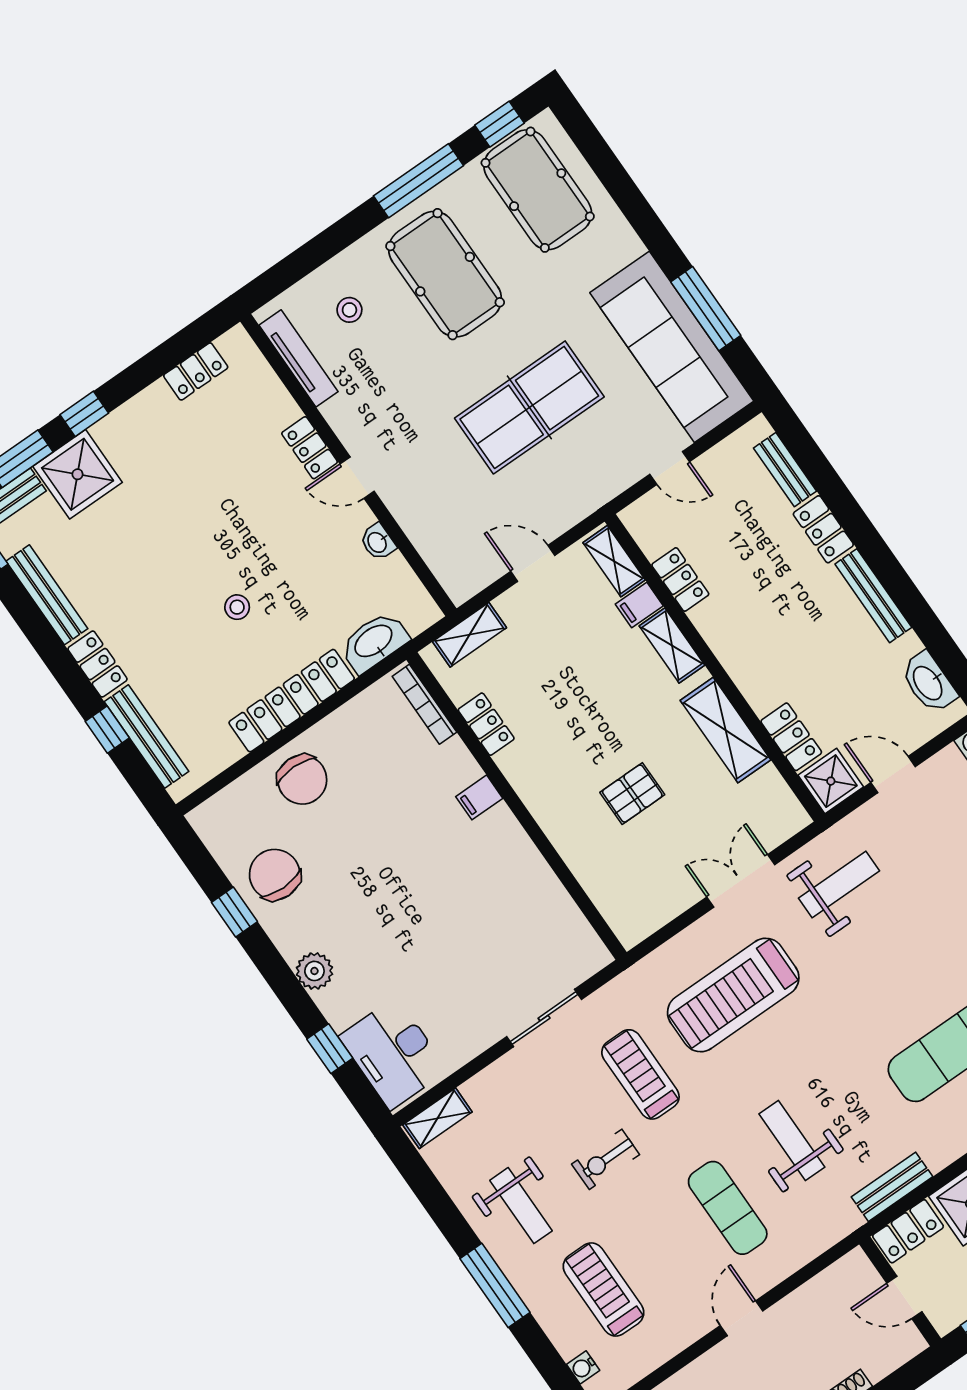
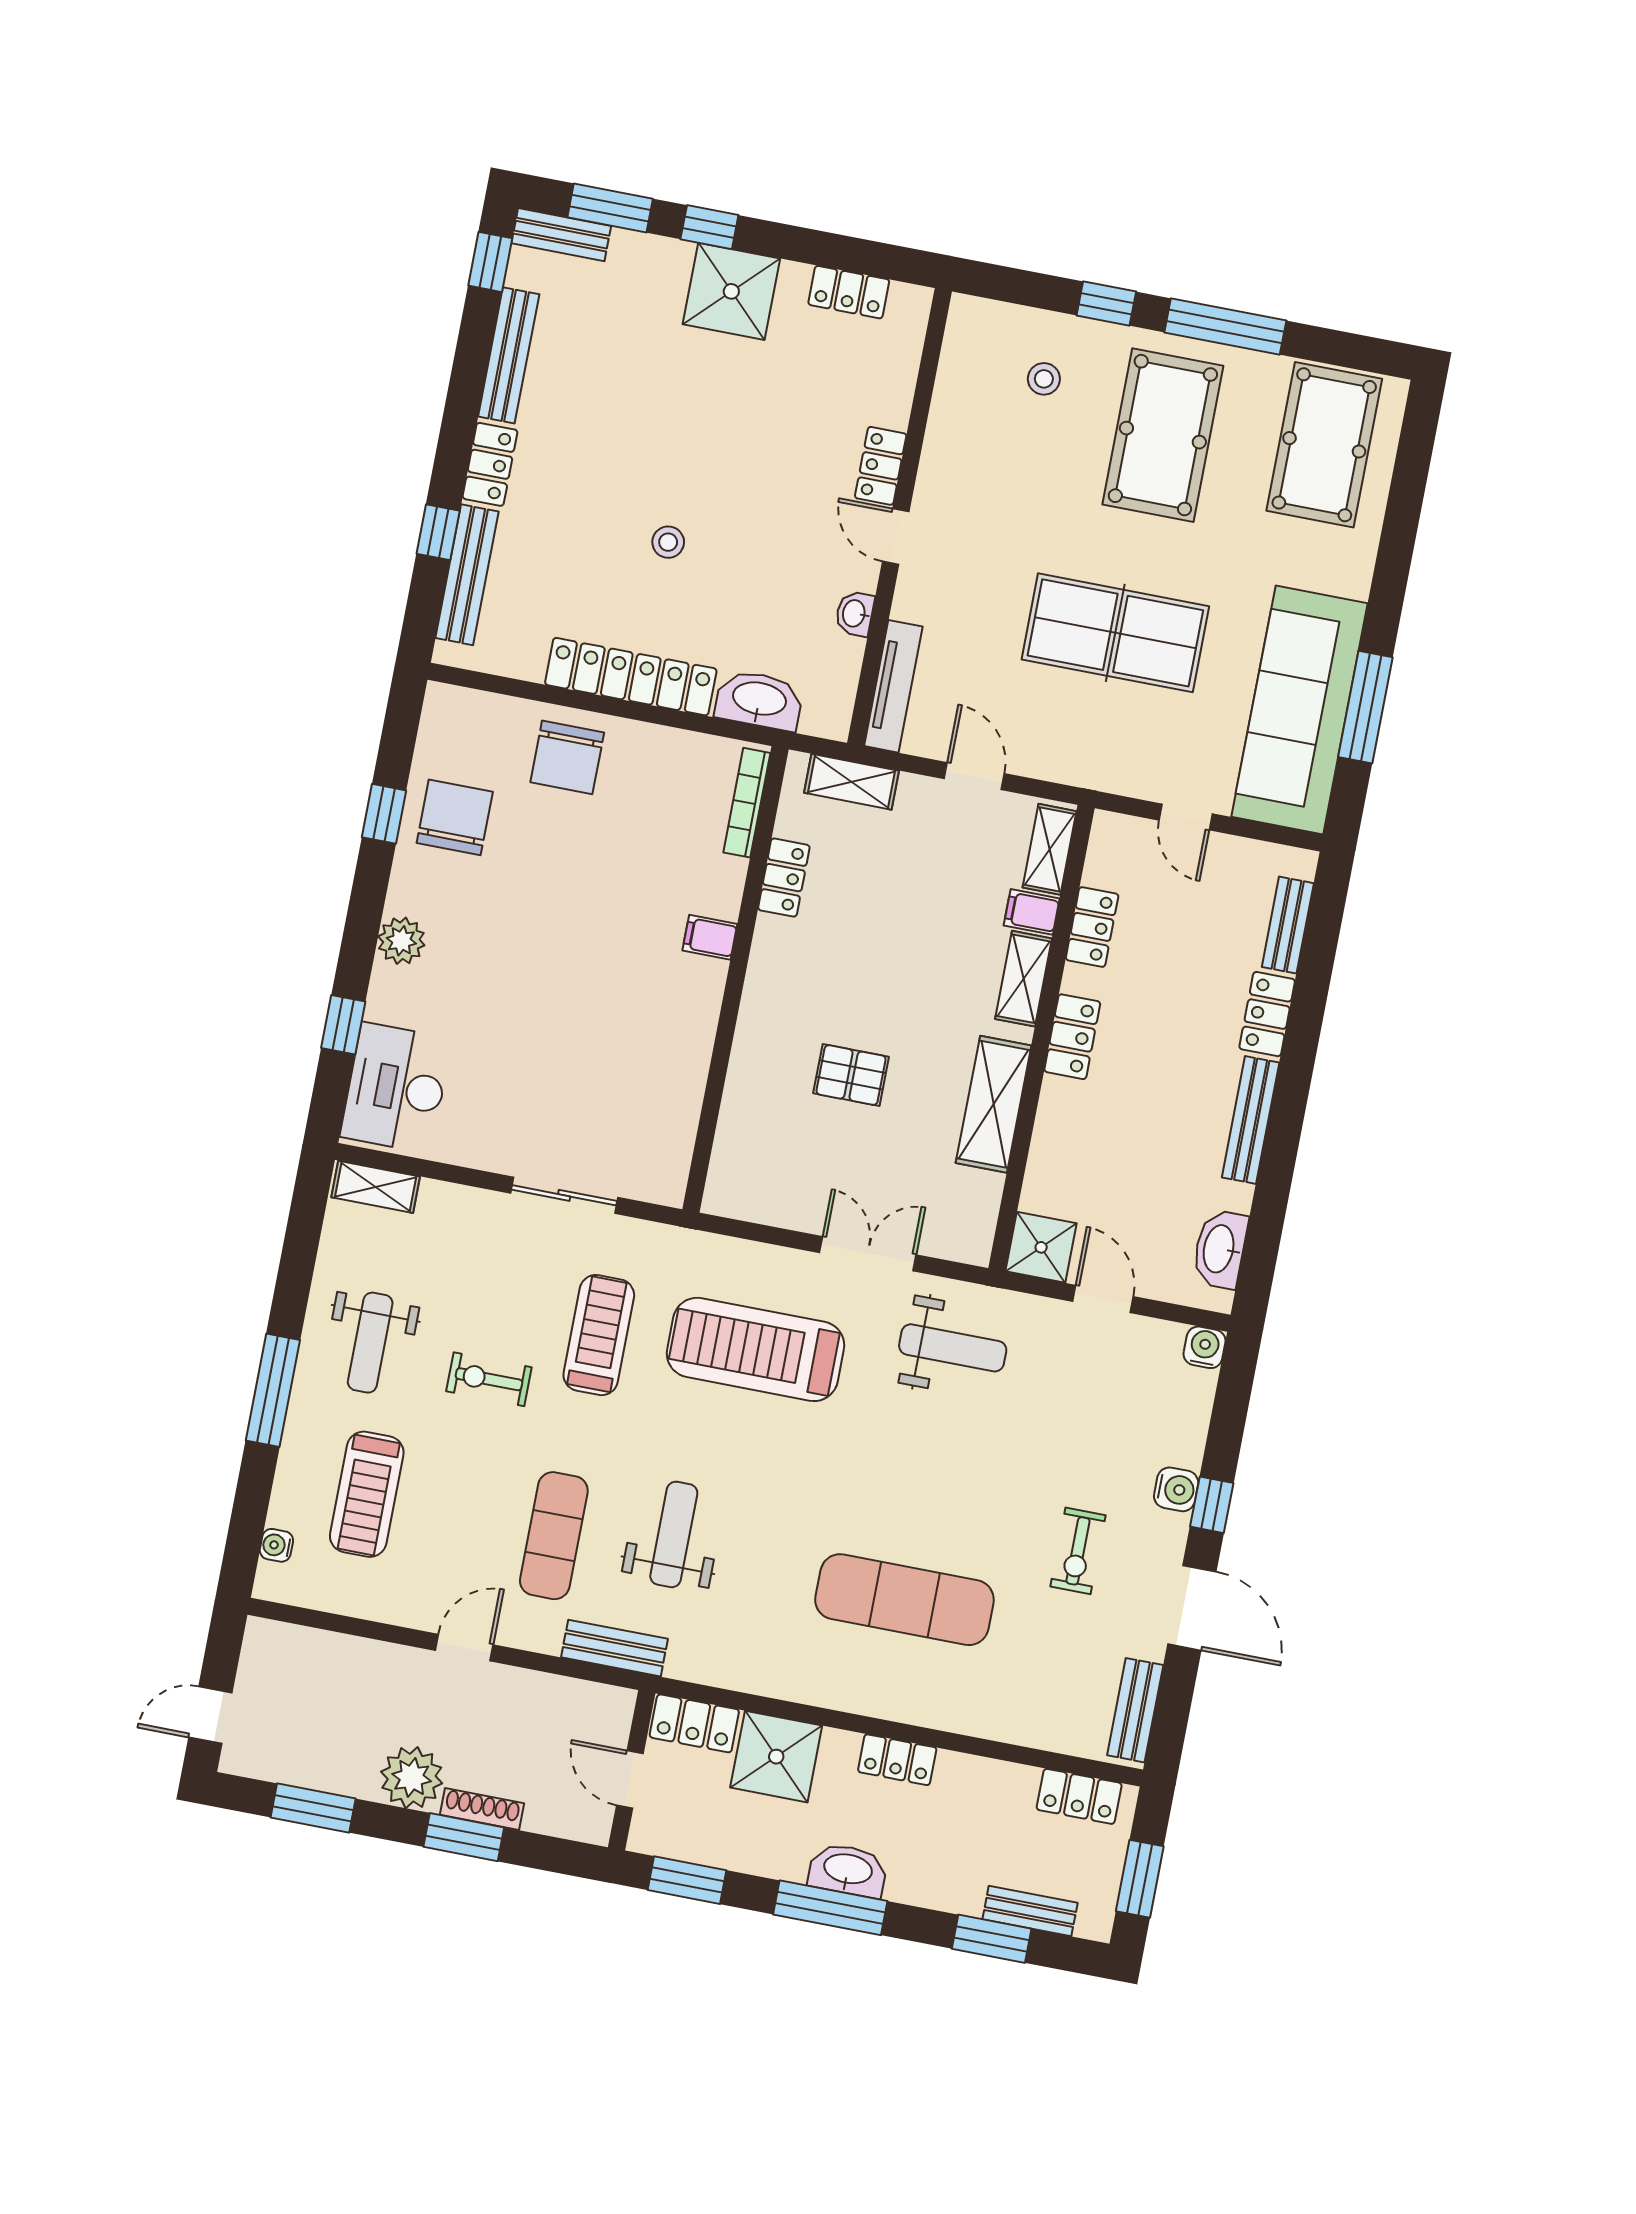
window: (500, 124) -> (1106, 304), moved
tv unit: (299, 358) -> (893, 686), moved
shower: (78, 474) -> (731, 291), moved
locker: (791, 737) -> (1072, 1037), moved
bench: (892, 1187) -> (614, 1648), moved
treadmill: (604, 1290) -> (367, 1494), turned 180

